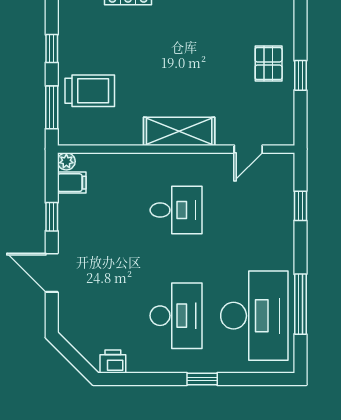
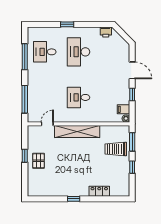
shelving: (179, 131) -> (77, 131), width x1.47
window: (300, 206) -> (25, 99), width x2.17
desk: (254, 316) -> (45, 52), width x0.53, depth x0.77

